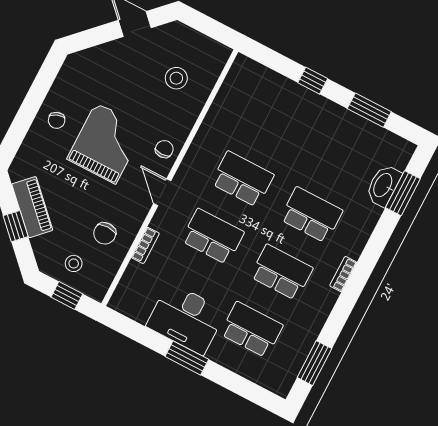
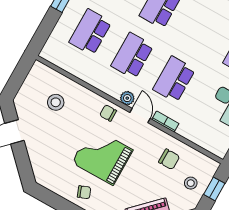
plant: (185, 174) -> (127, 98), added
door: (162, 192) -> (140, 116), swing flipped
bookcase: (145, 245) -> (165, 122), moved
school desk: (281, 272) -> (90, 32), moved

